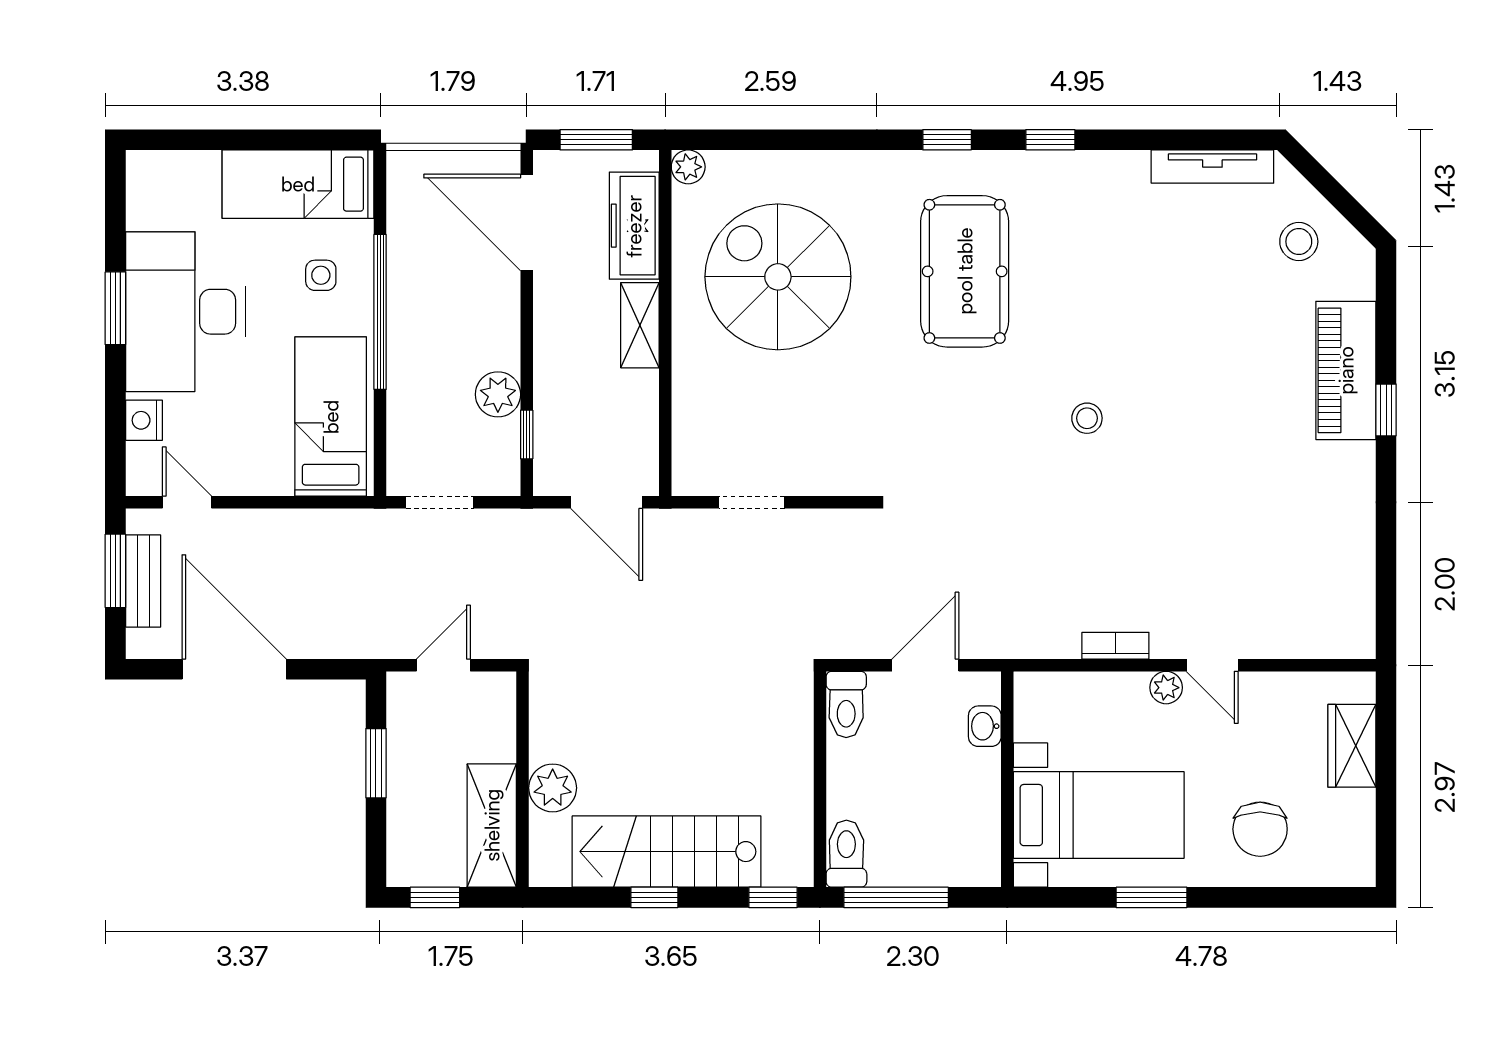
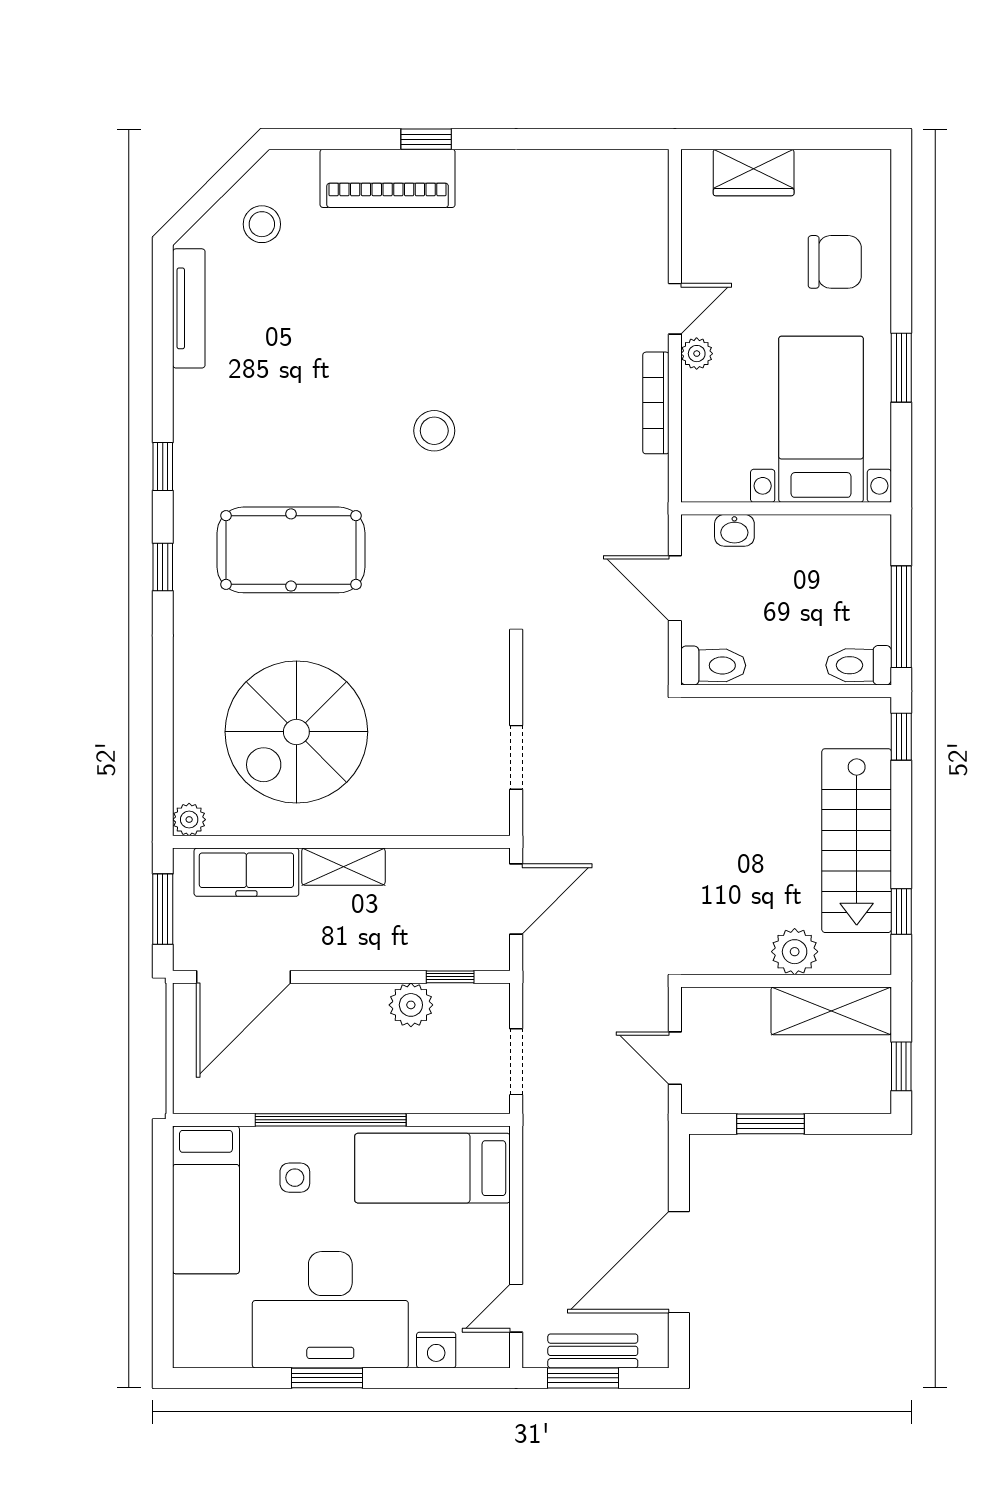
stool: (1087, 418) -> (434, 431), width x1.37, depth x1.37
bookcase: (1115, 646) -> (656, 403), width x1.56
window: (654, 897) -> (901, 912), moved

